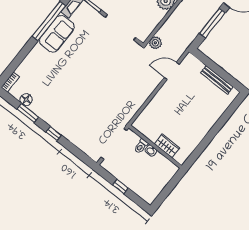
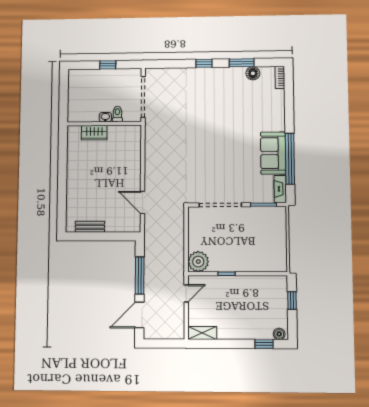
plant: (155, 43) -> (177, 216), removed
door: (172, 71) -> (143, 202), swing flipped
bench: (217, 80) -> (90, 227), width x0.73

